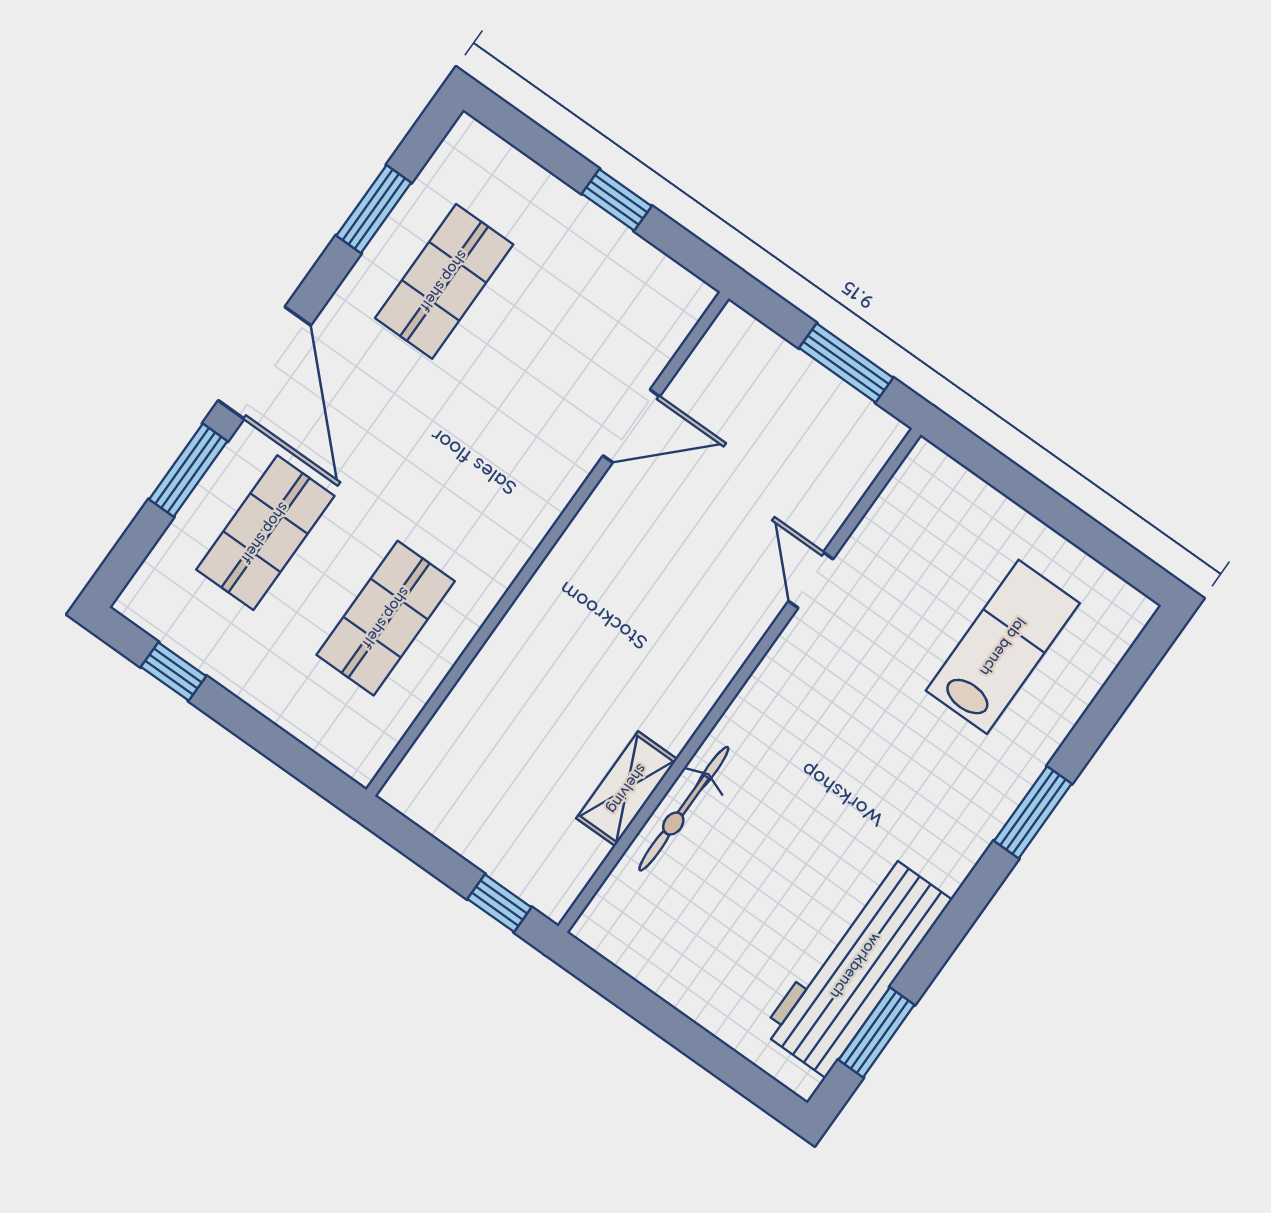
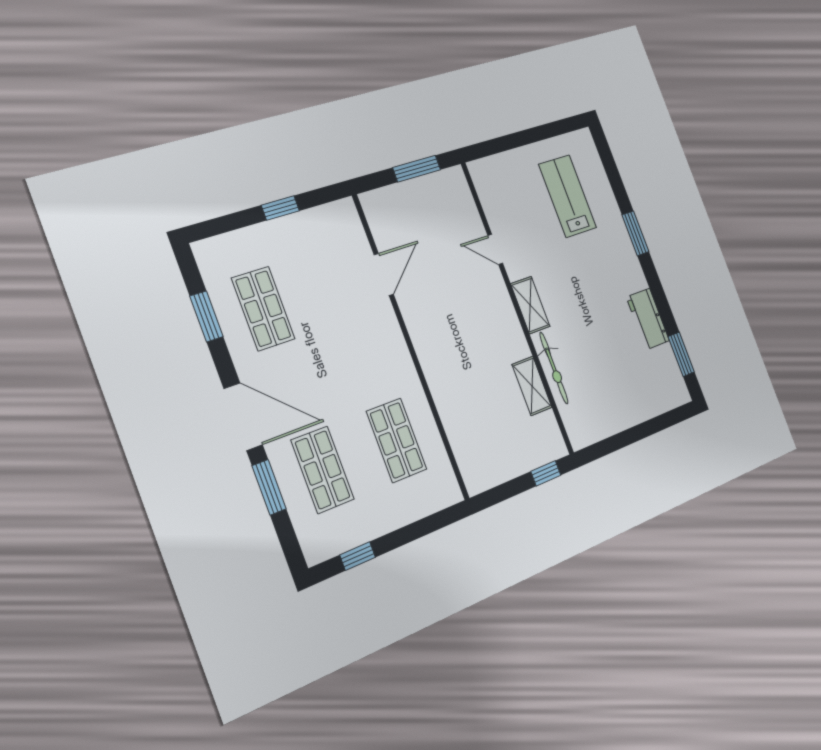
shelving: (761, 700) -> (530, 305), added
workbench: (856, 966) -> (648, 319), width x0.53, depth x0.76

